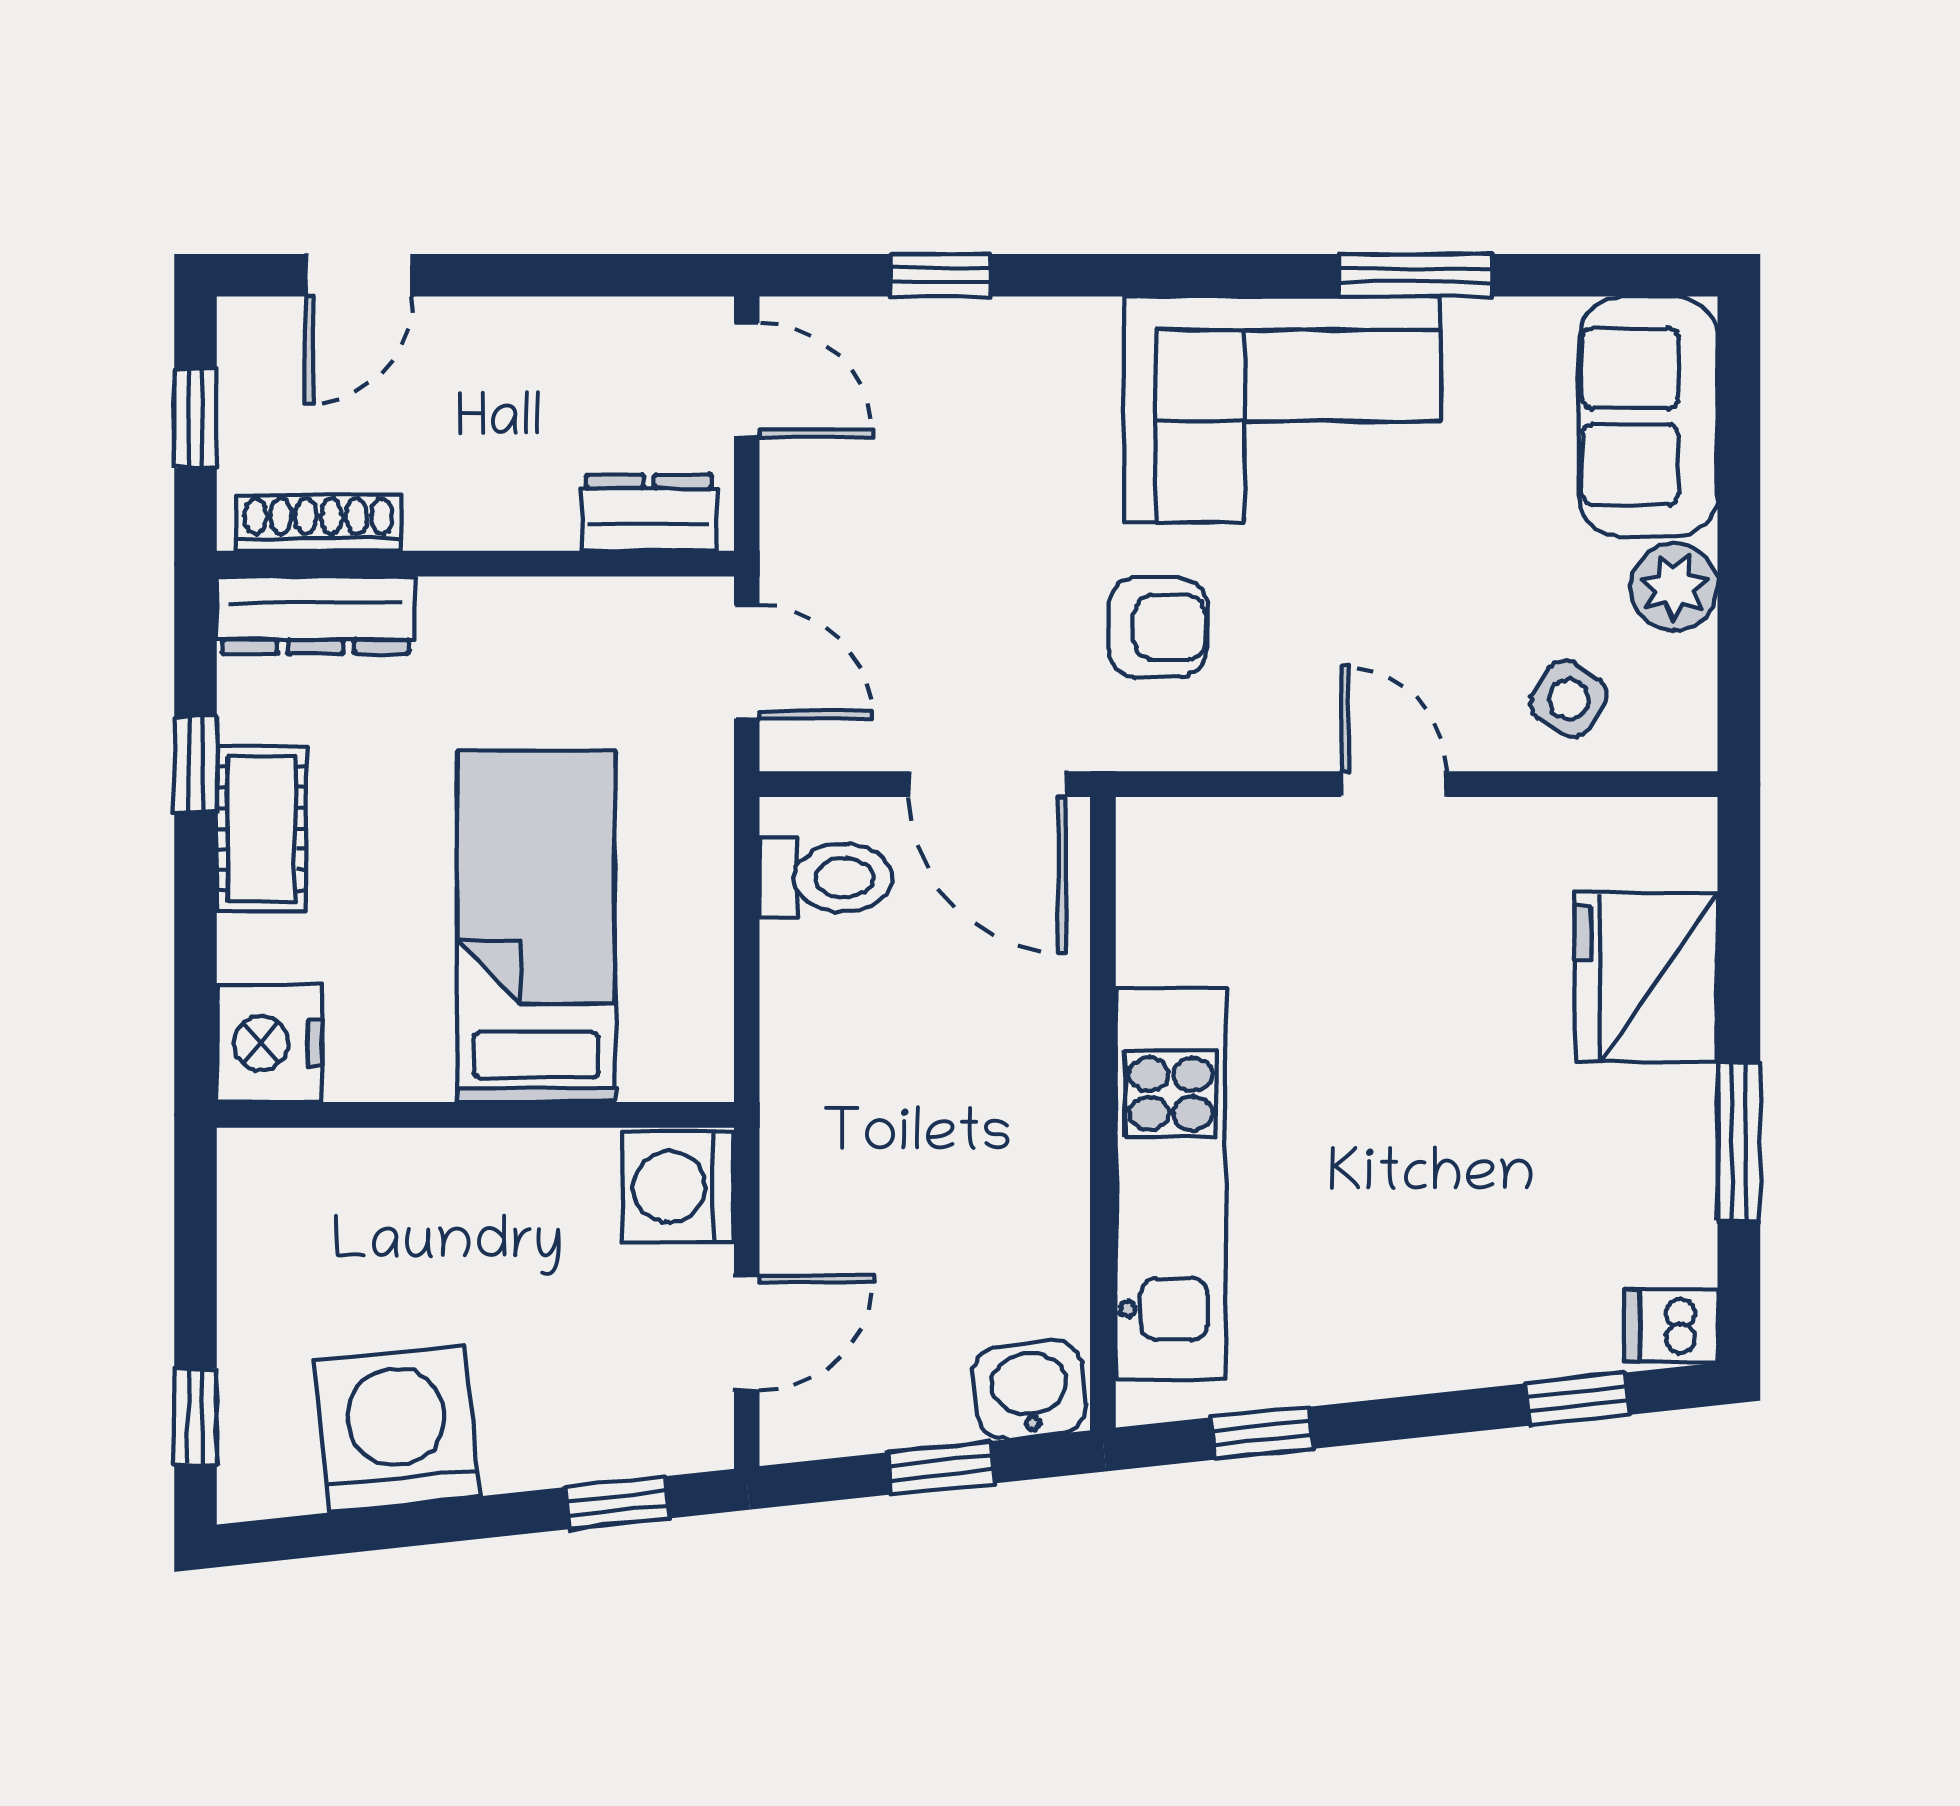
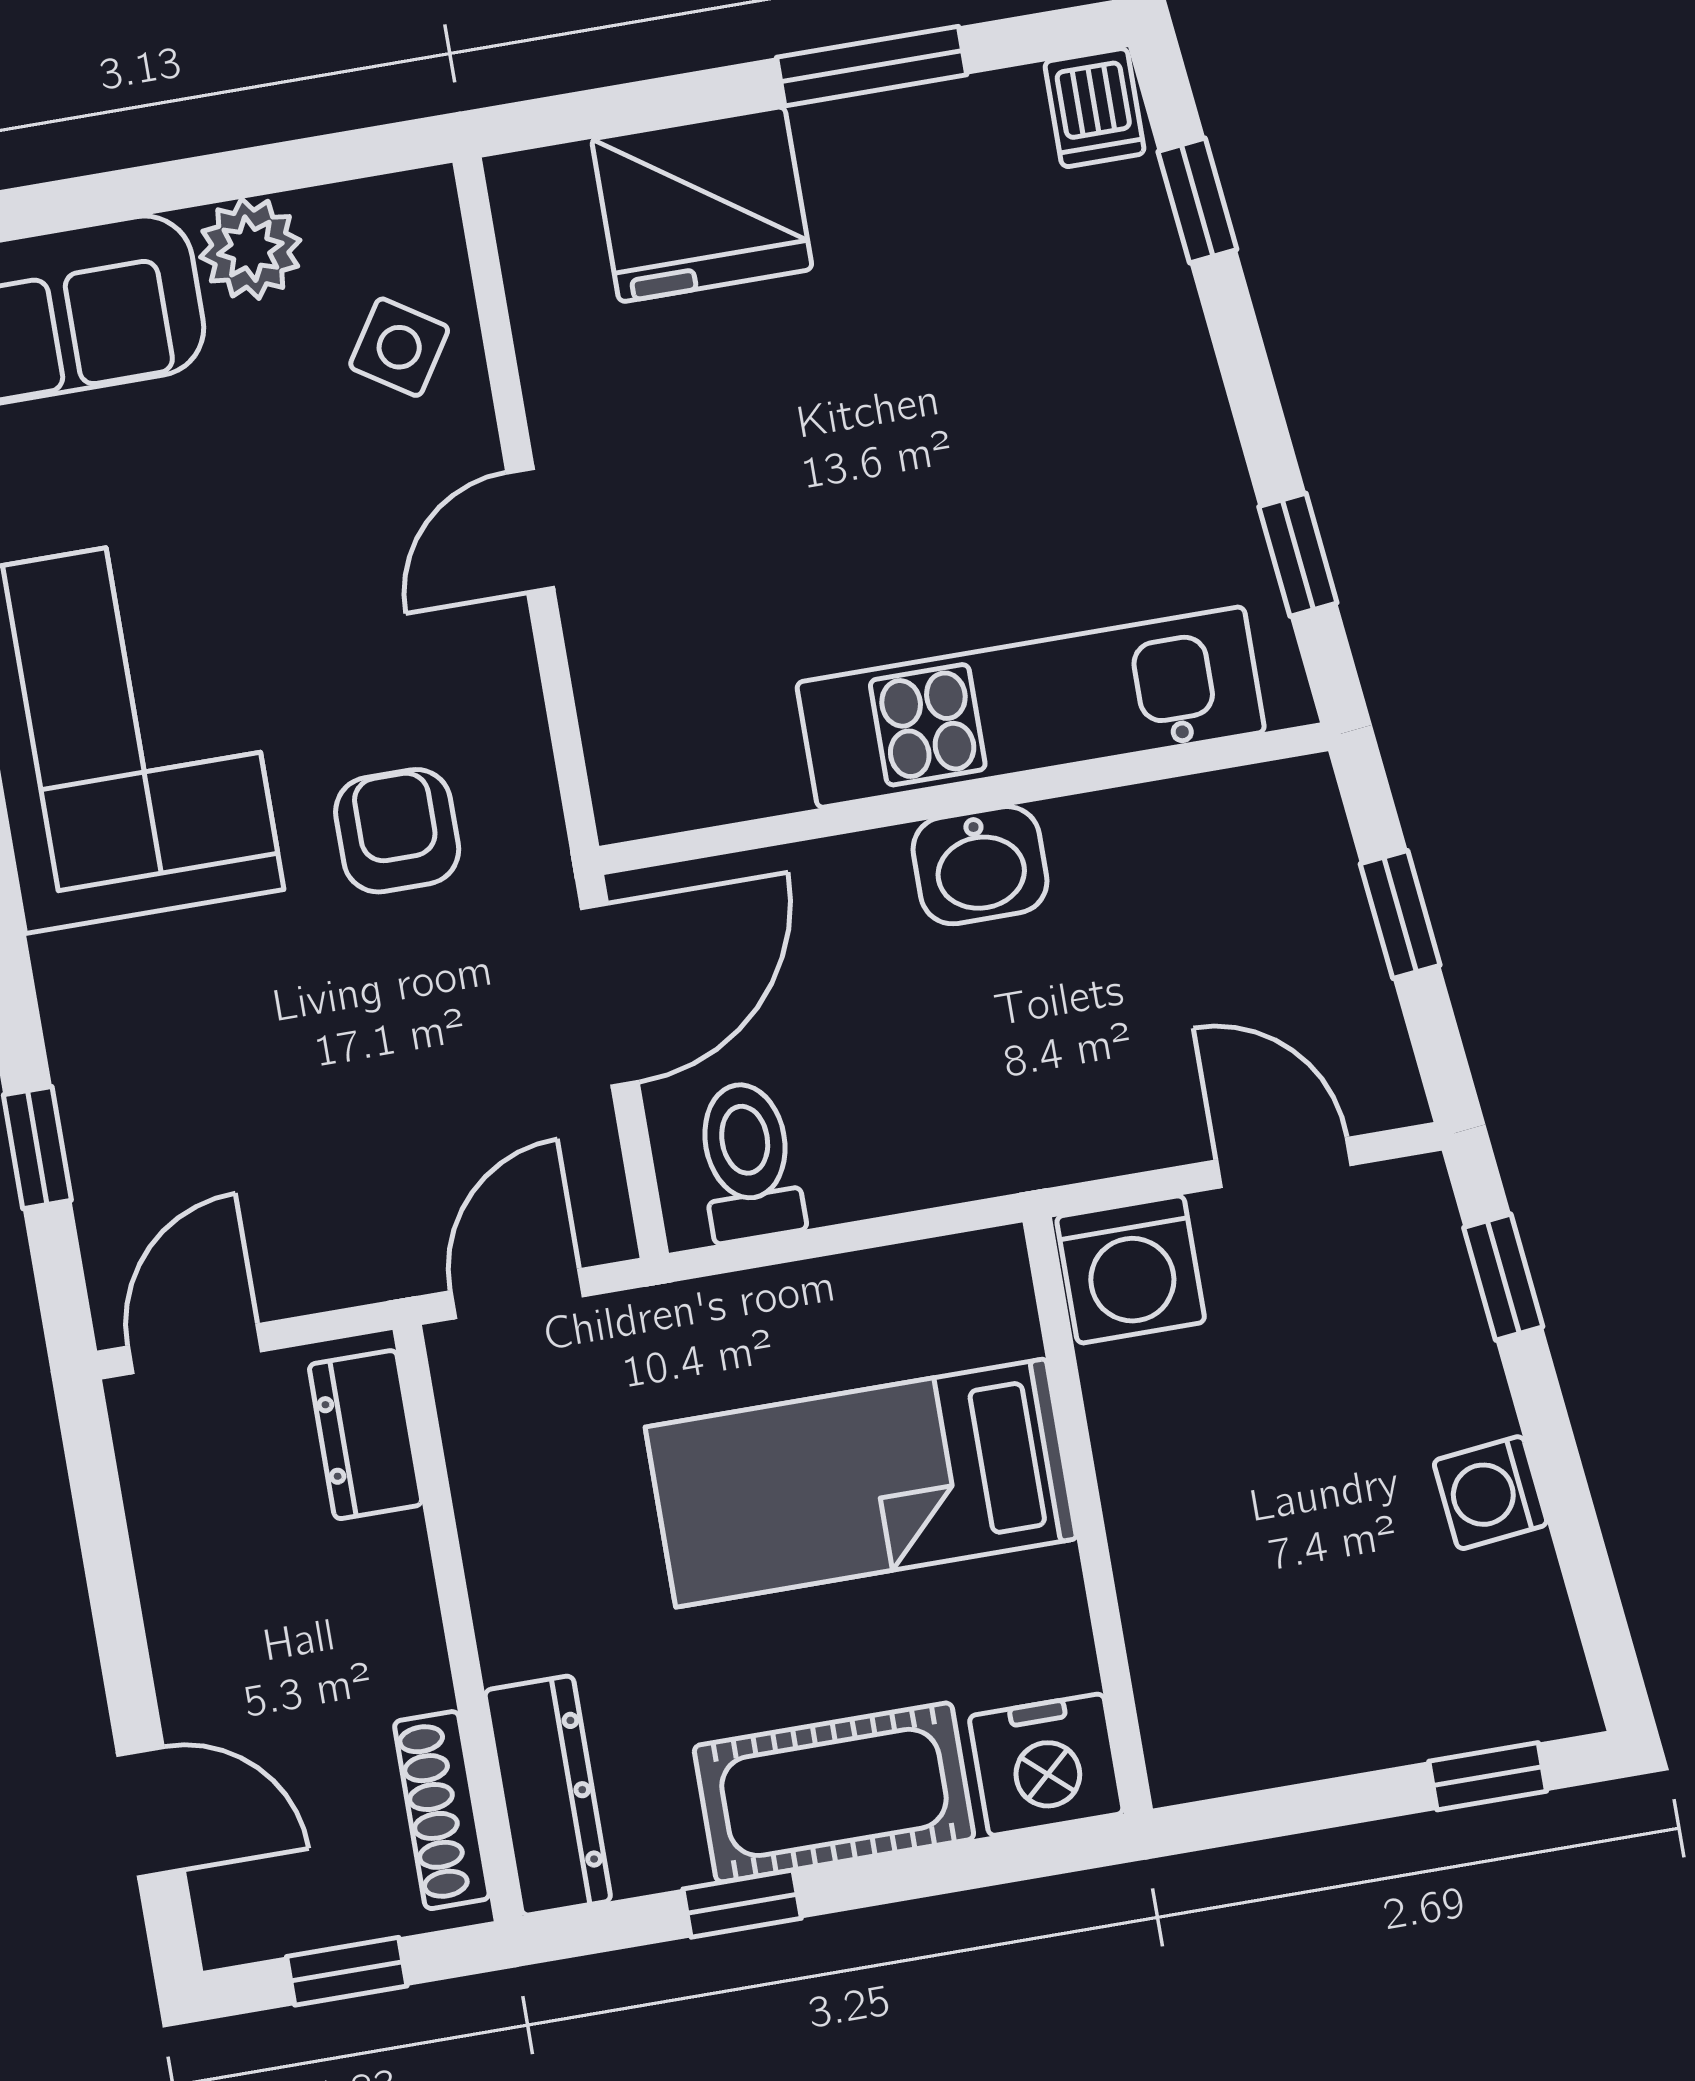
cot: (261, 828) -> (834, 1792), width x1.37, depth x1.34
washbasin: (1029, 1390) -> (980, 865), moved, turned -84
washing machine: (397, 1429) -> (1490, 1493), width x0.53, depth x0.53

